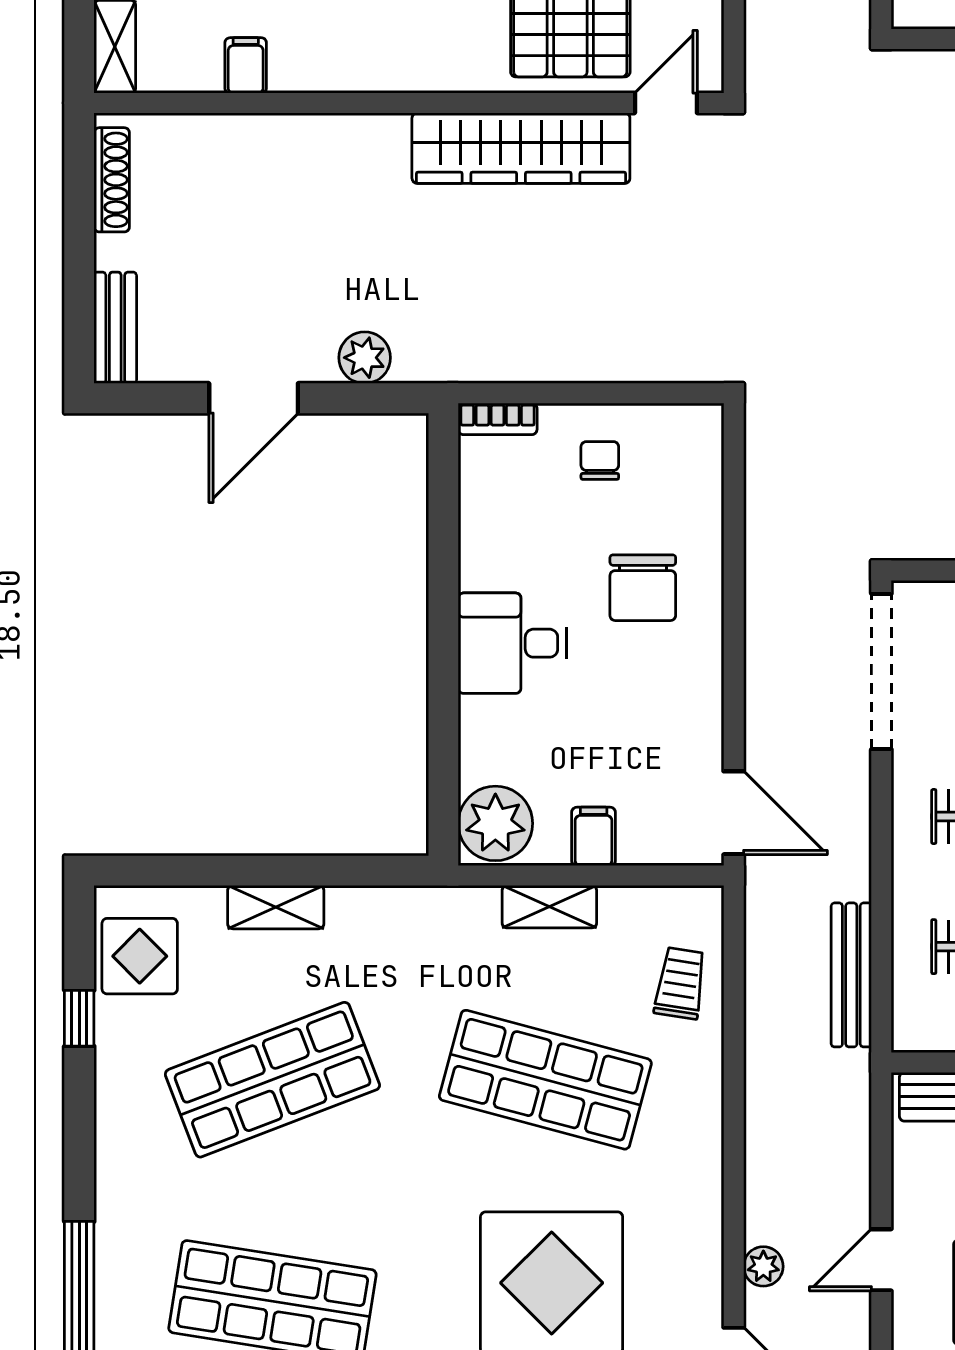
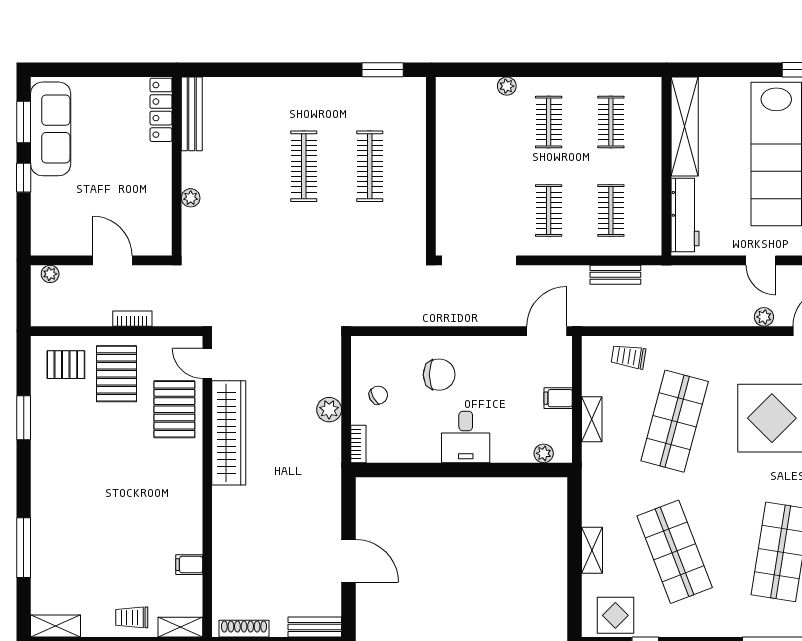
plant: (365, 358) -> (329, 410), moved
chair: (600, 461) -> (378, 395), turned 151
plant: (495, 823) -> (544, 453), width x0.53, depth x0.53
bench: (851, 975) -> (615, 275), width x0.73

